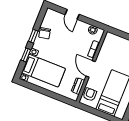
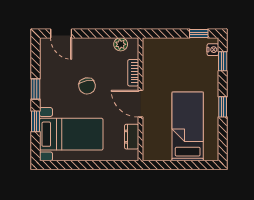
door: (72, 14) -> (61, 33), moved
chair: (45, 33) -> (87, 86), moved
armchair: (90, 95) -> (154, 142), removed

